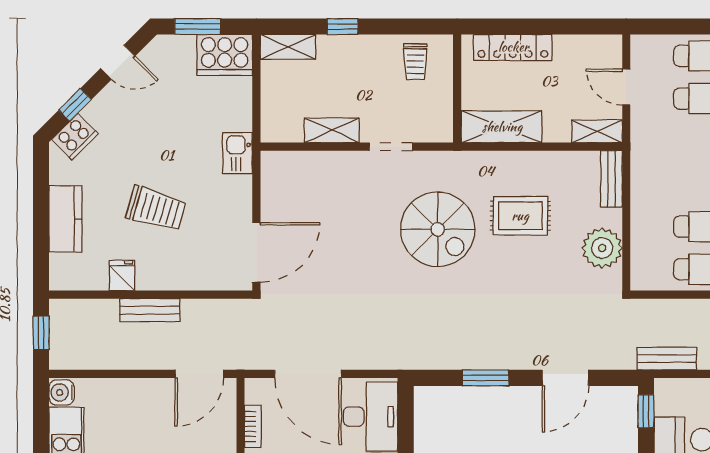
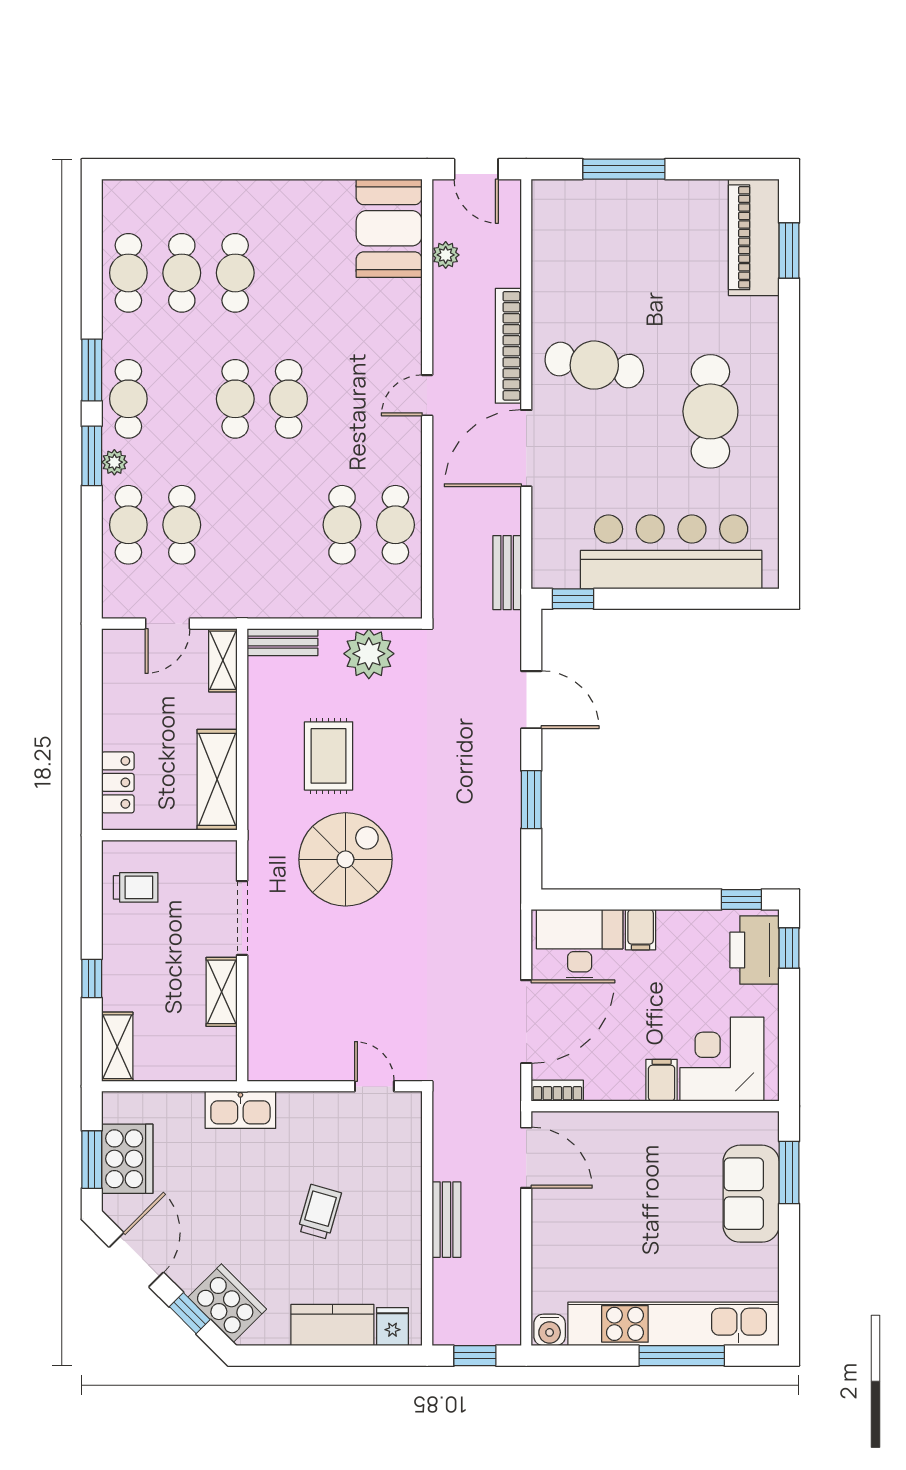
locker: (513, 47) -> (118, 782), width x0.66
cooker: (225, 55) -> (127, 1159), moved
door: (118, 62) -> (136, 1260), width x1.38
cooker: (75, 137) -> (227, 1303), width x1.37, depth x1.31
doorway: (391, 147) -> (242, 918), width x1.38
kitchen sink: (238, 153) -> (240, 1110), width x1.38
trolley: (156, 209) -> (320, 1212), width x0.73, depth x0.72
door: (256, 252) -> (374, 1086), width x0.53
fridge: (122, 275) -> (392, 1327), moved, turned 90
bookcase: (253, 426) -> (557, 1091), moved

